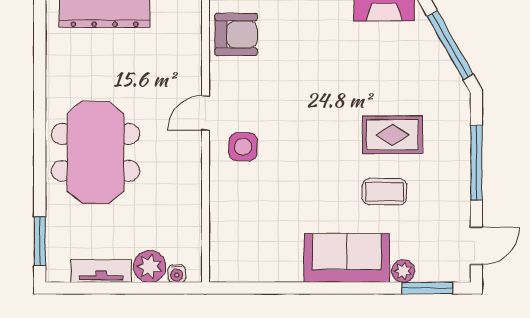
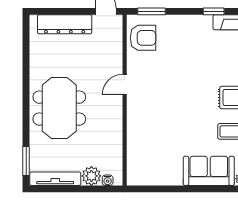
side table: (243, 147) -> (147, 105), removed
tv unit: (101, 271) -> (55, 179), width x1.41

